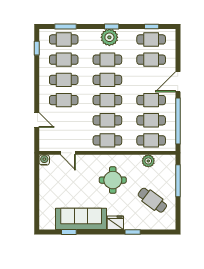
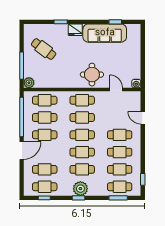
plant: (148, 161) -> (29, 83), moved
round table: (113, 180) -> (92, 75), moved

